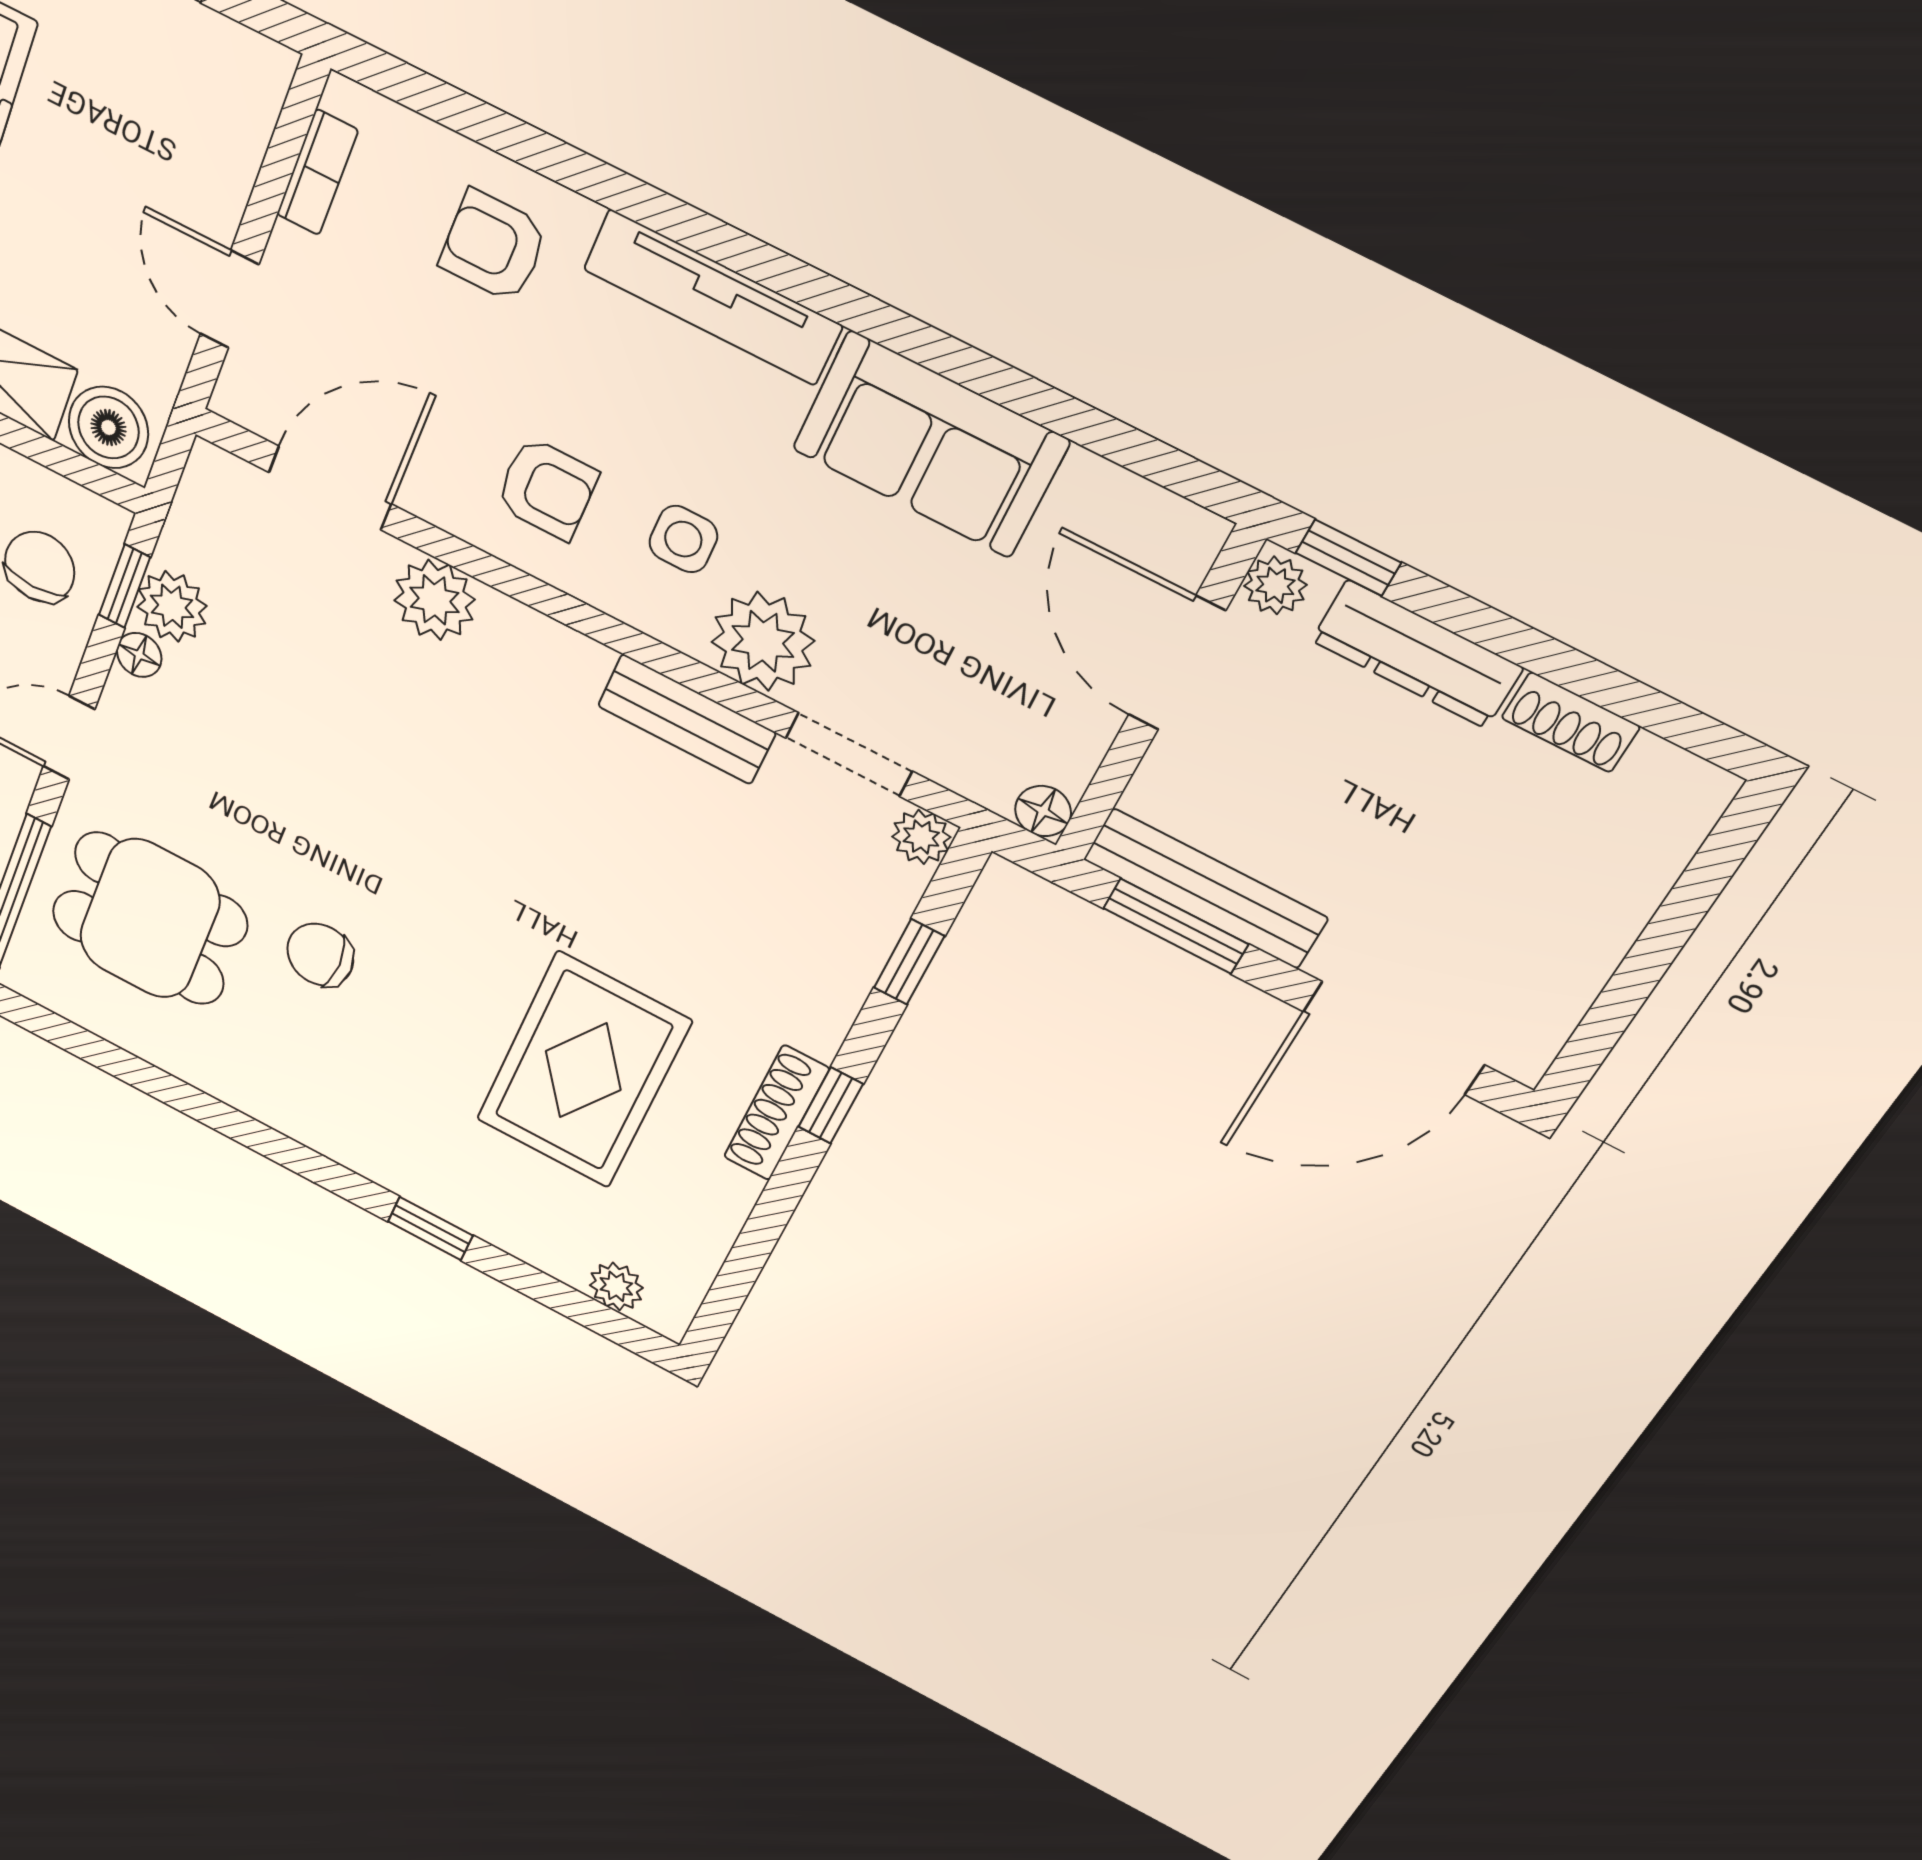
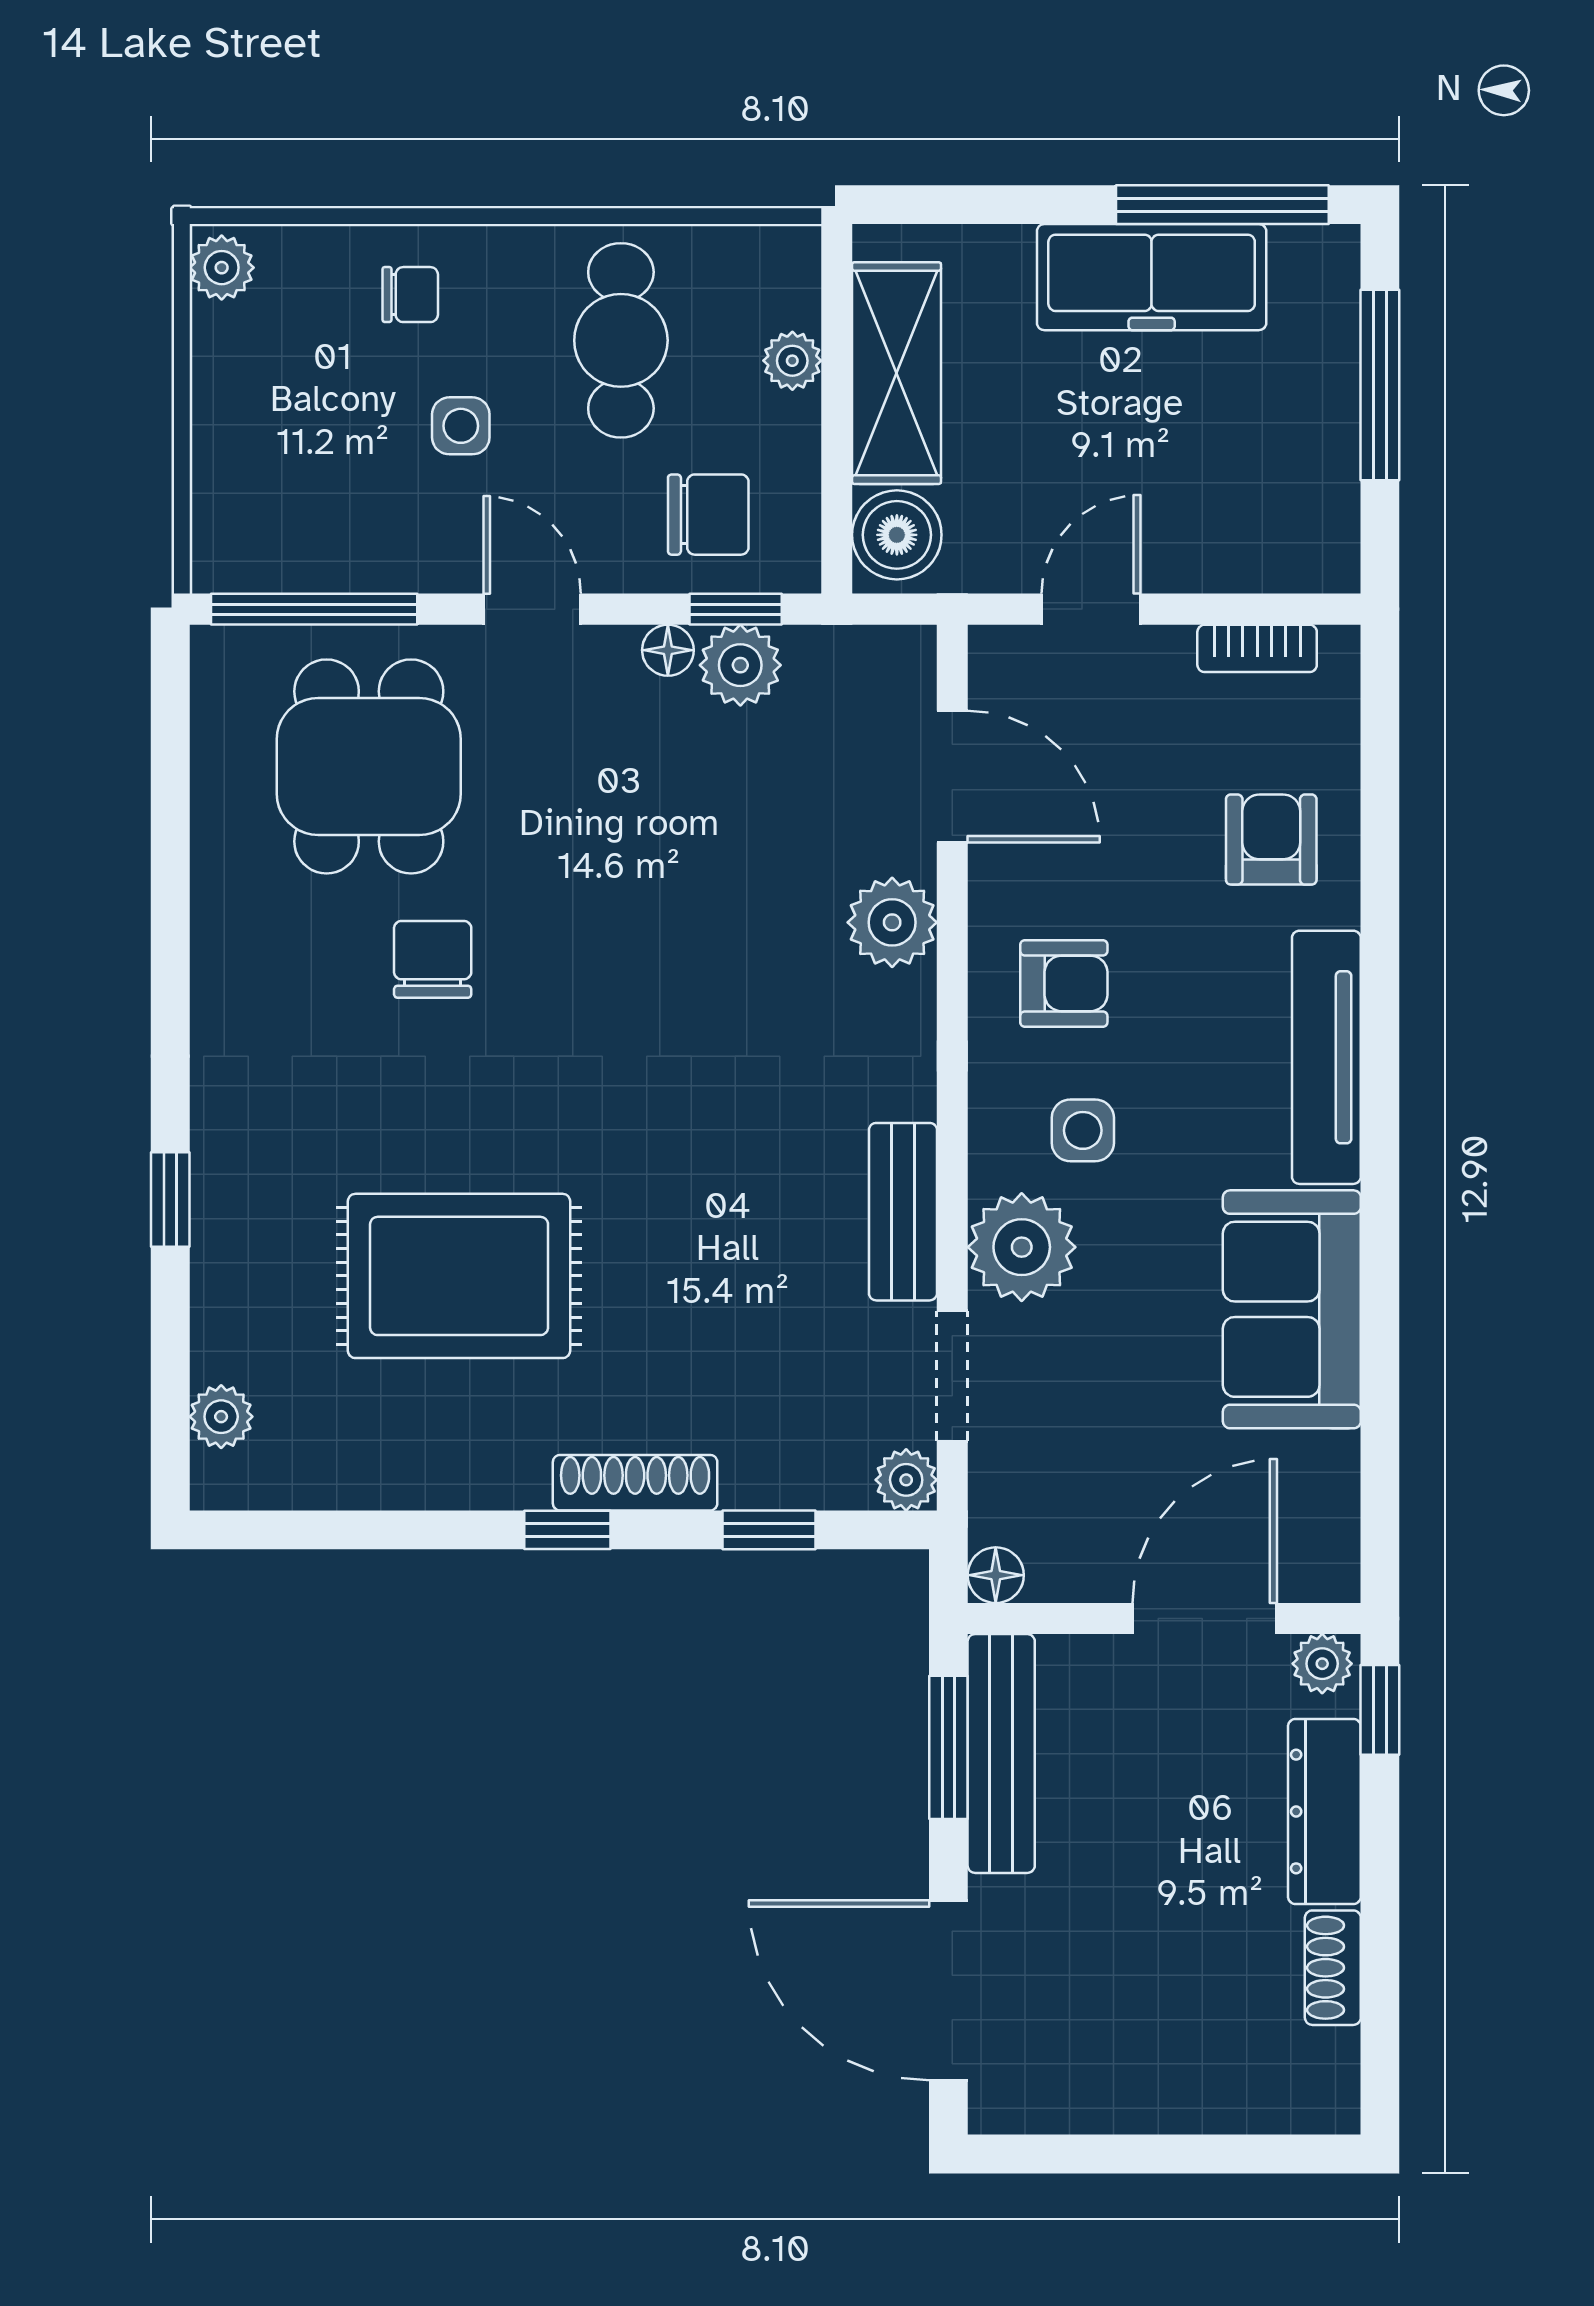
armchair: (547, 489) -> (1064, 983), turned -90
shoe rack: (776, 1113) -> (635, 1483), moved

